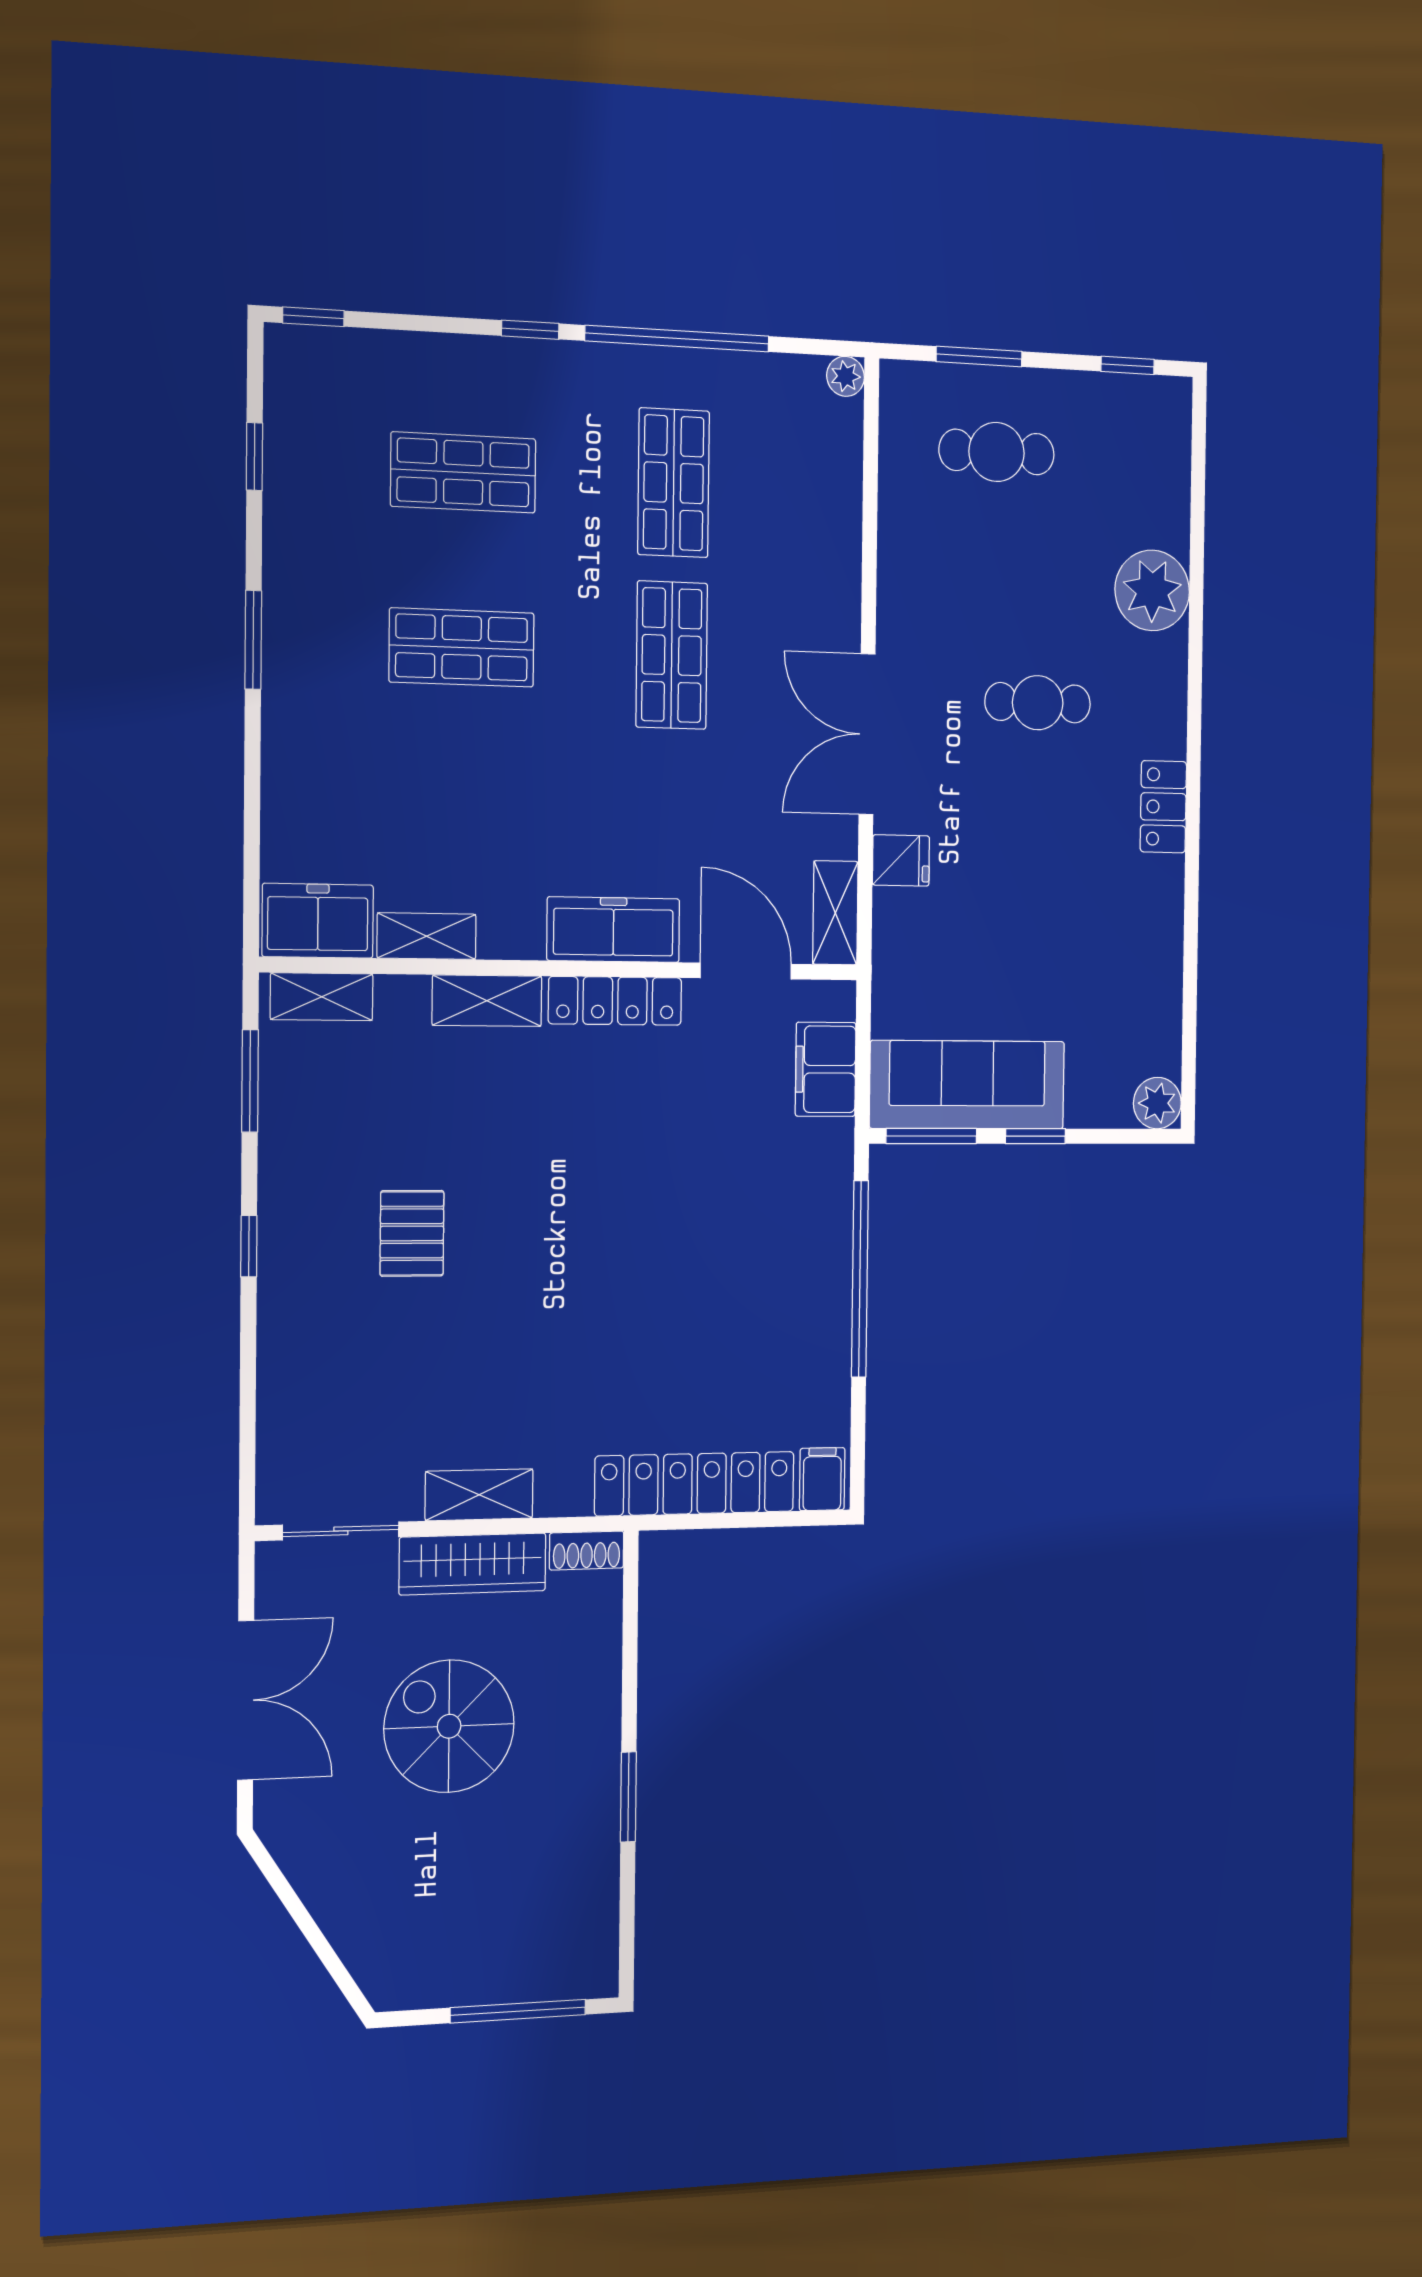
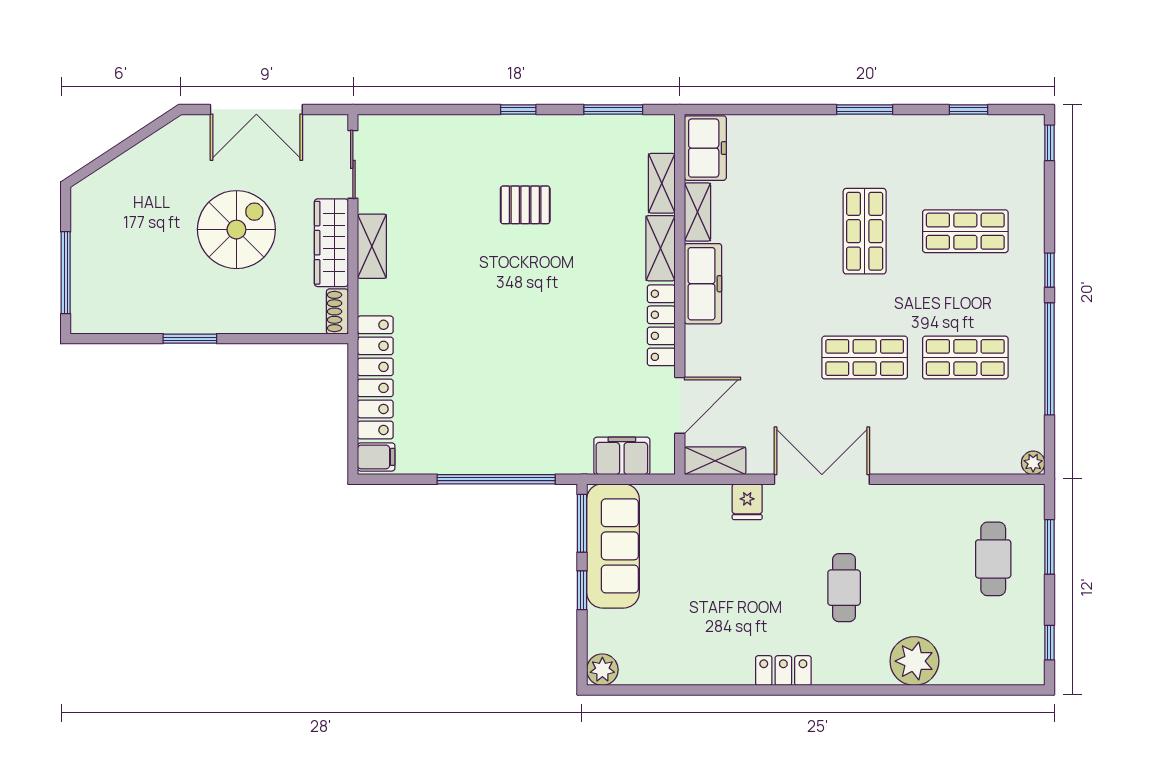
shop shelf: (463, 472) -> (965, 231), turned 90
freezer: (613, 930) -> (703, 284), moved
shelving: (322, 997) -> (662, 183), moved

